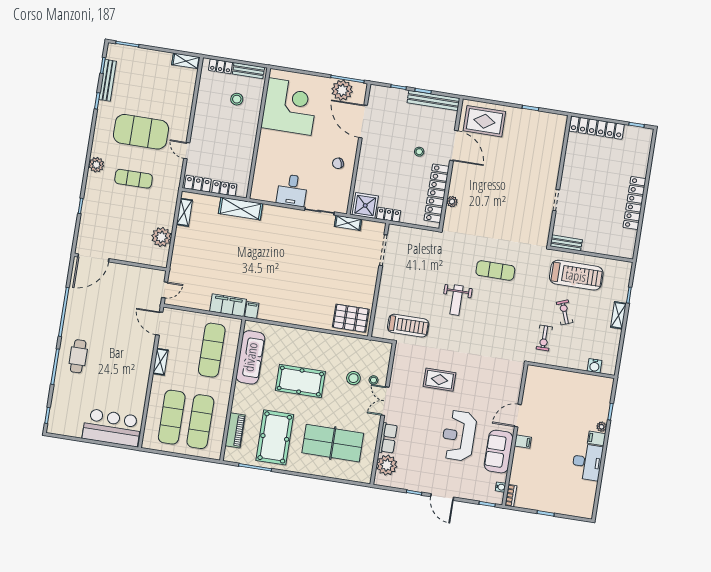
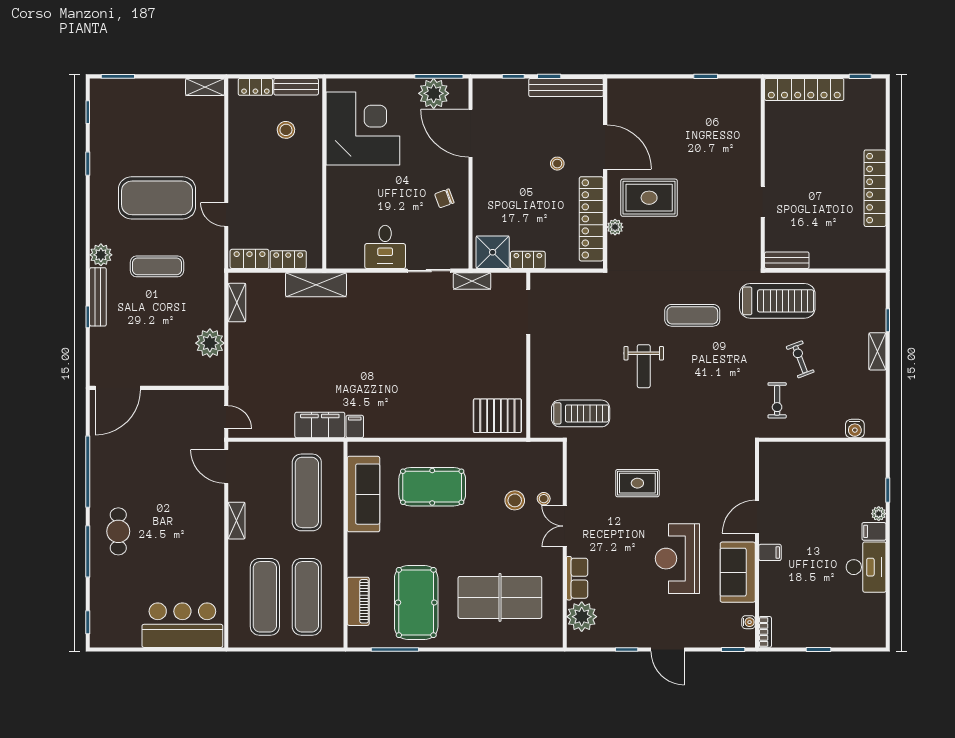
bench: (108, 80) -> (98, 297), moved
rug: (484, 121) -> (649, 198), moved
treadmill: (576, 275) -> (777, 301), moved
door: (165, 290) -> (226, 417), hinge flipped
pool table: (300, 381) -> (432, 487), moved

